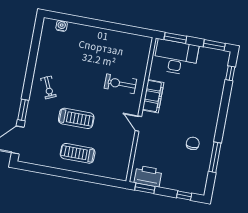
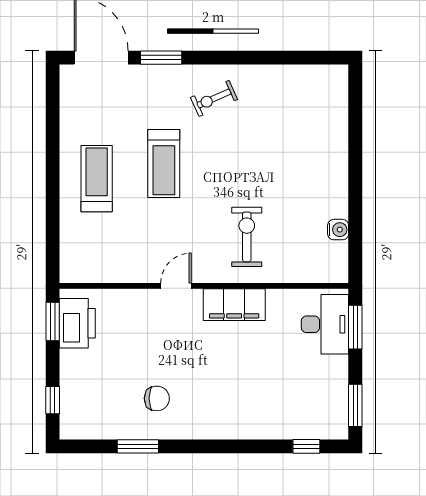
water cooler: (62, 26) -> (338, 230), moved
desk: (176, 57) -> (325, 324), width x0.73, depth x0.77
window: (215, 157) -> (138, 446), width x0.69

